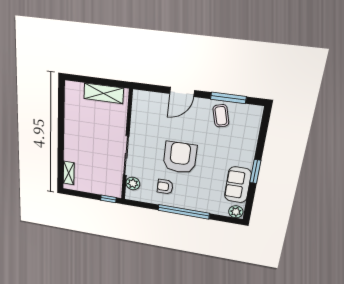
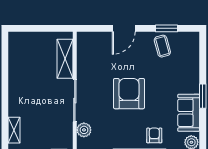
shelving: (104, 93) -> (65, 59), moved, turned 90
window: (228, 98) -> (167, 28), width x0.69
armchair: (165, 187) -> (154, 135), moved, turned 90

